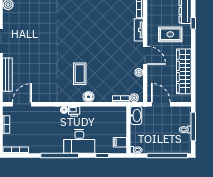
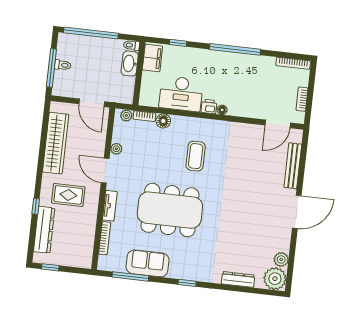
dining table: (94, 32) -> (170, 210), added
floor lamp: (88, 97) -> (163, 121), moved
washbasin: (136, 115) -> (130, 64), moved
desk: (79, 141) -> (181, 94), moved, turned 180
filing cabinet: (120, 142) -> (152, 58), width x2.00

